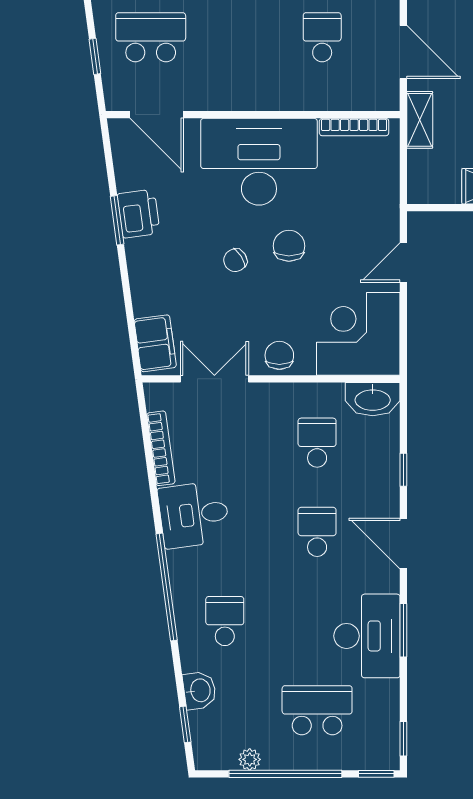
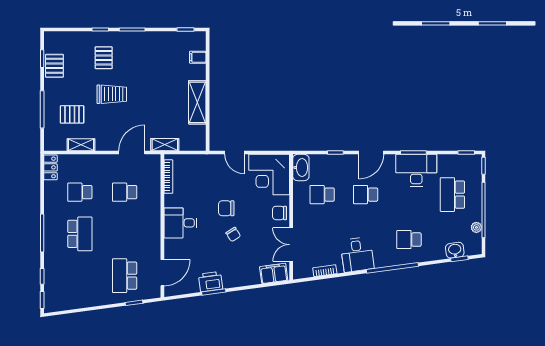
desk: (259, 162) -> (180, 223), width x0.53, depth x0.77
bookcase: (161, 448) -> (325, 271), width x0.64
washbasin: (200, 690) -> (455, 250), moved

